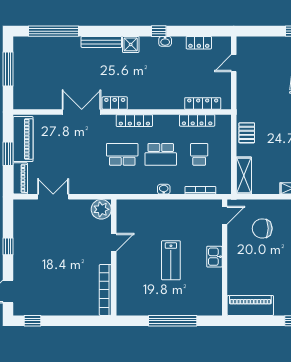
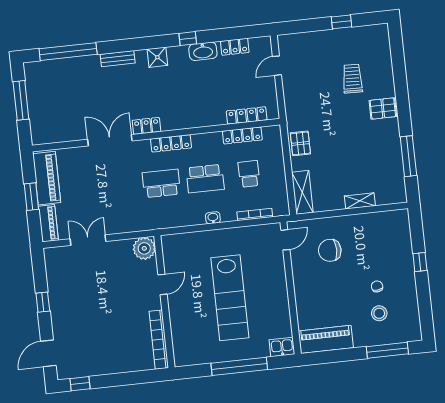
washbasin: (165, 41) -> (203, 51), width x1.91, depth x1.45
bench: (101, 42) -> (118, 59), width x0.73
kitchen sink: (214, 257) -> (282, 347), moved, turned 90
lab bench: (171, 260) -> (230, 298), width x1.86, depth x1.39

